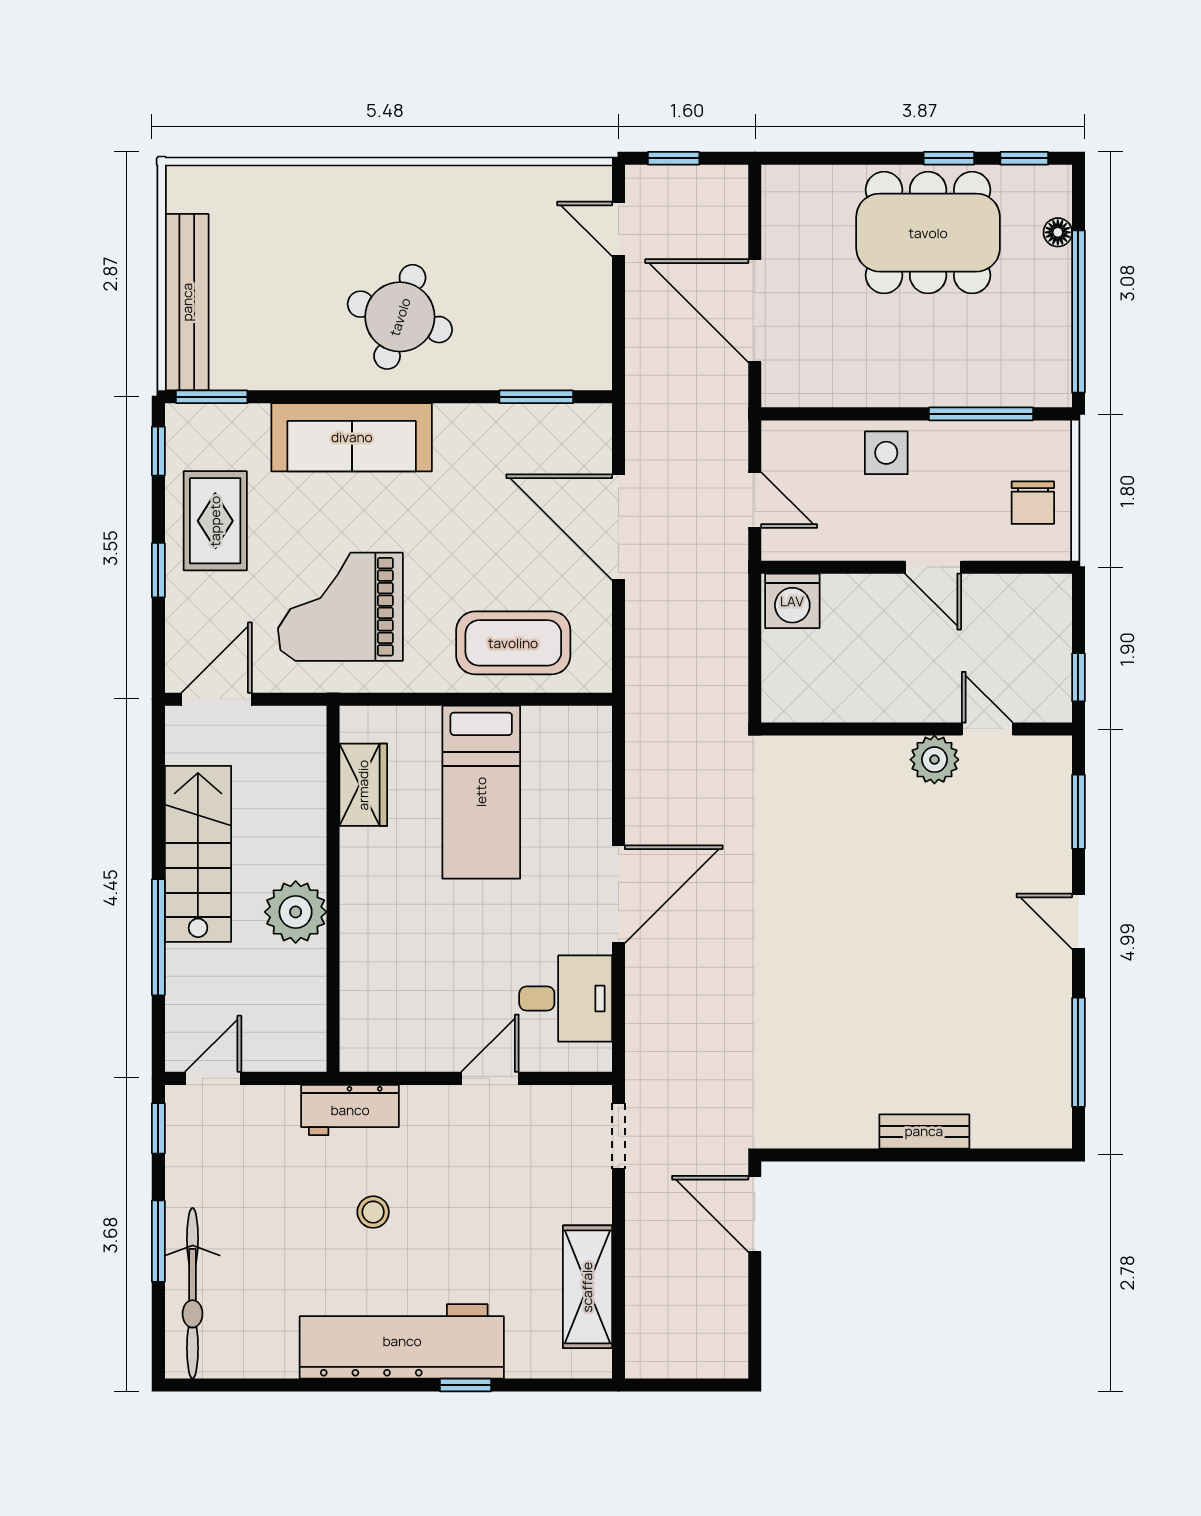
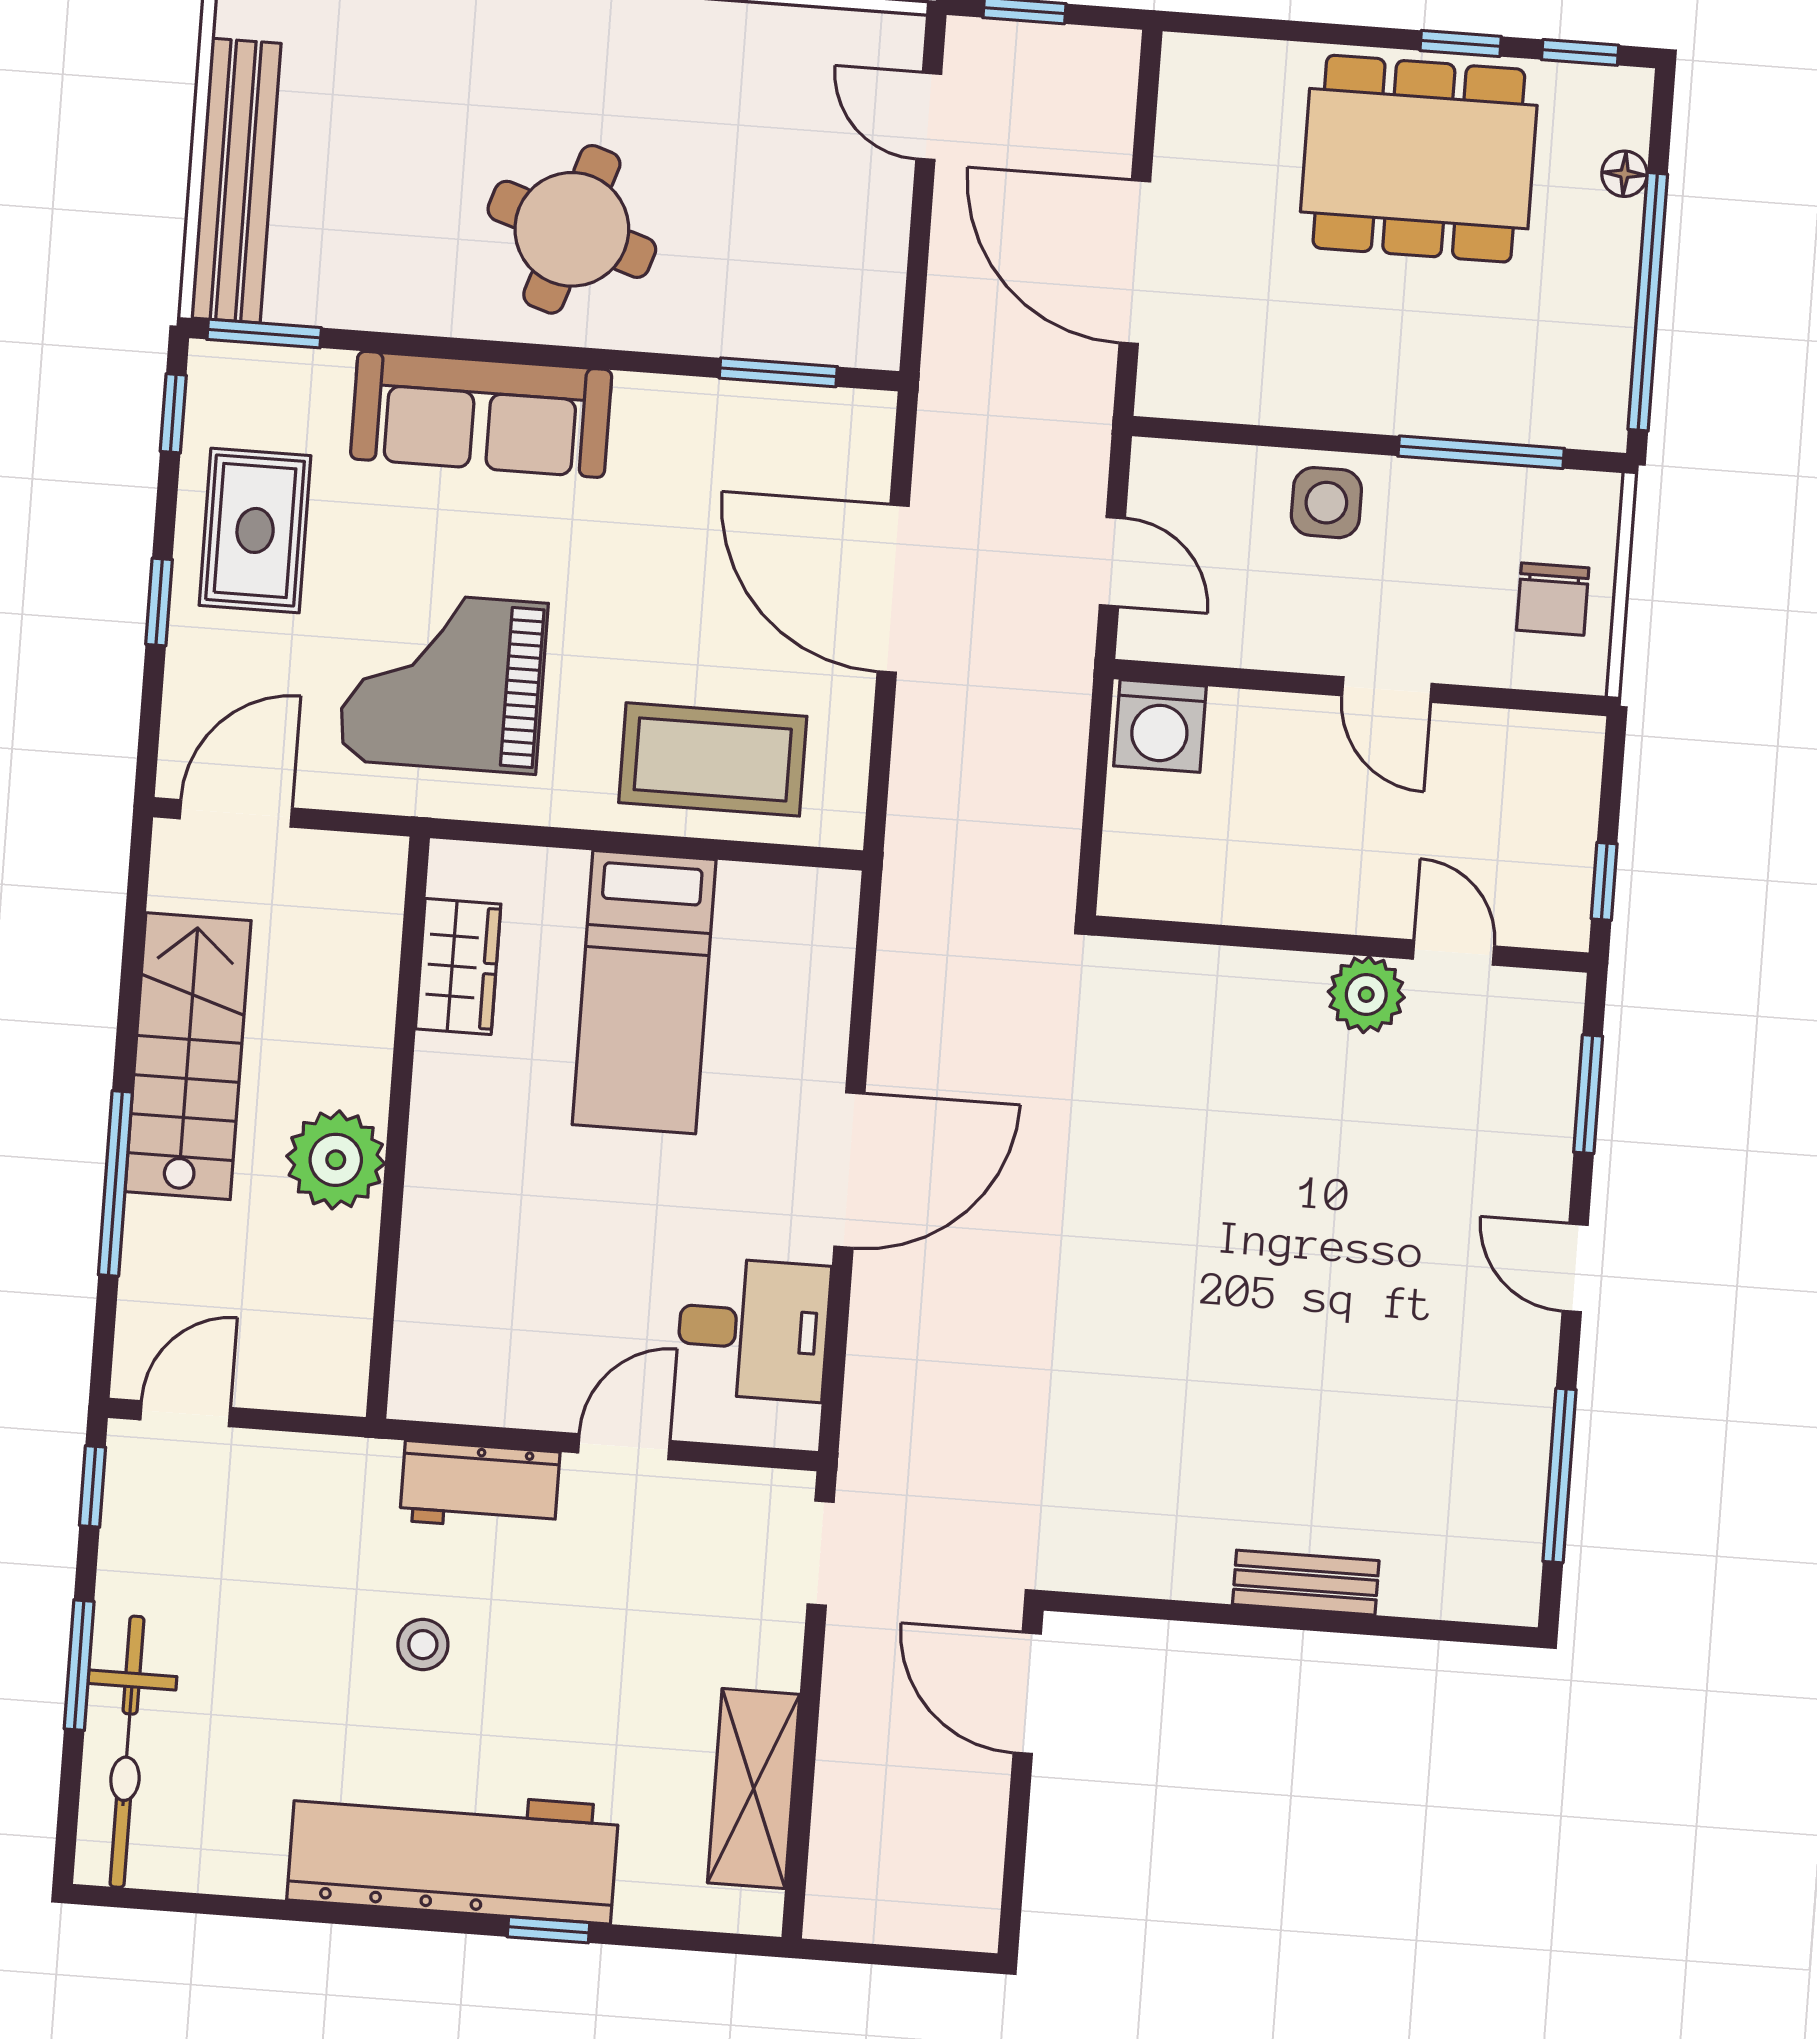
workbench: (350, 1110) -> (480, 1486), moved

